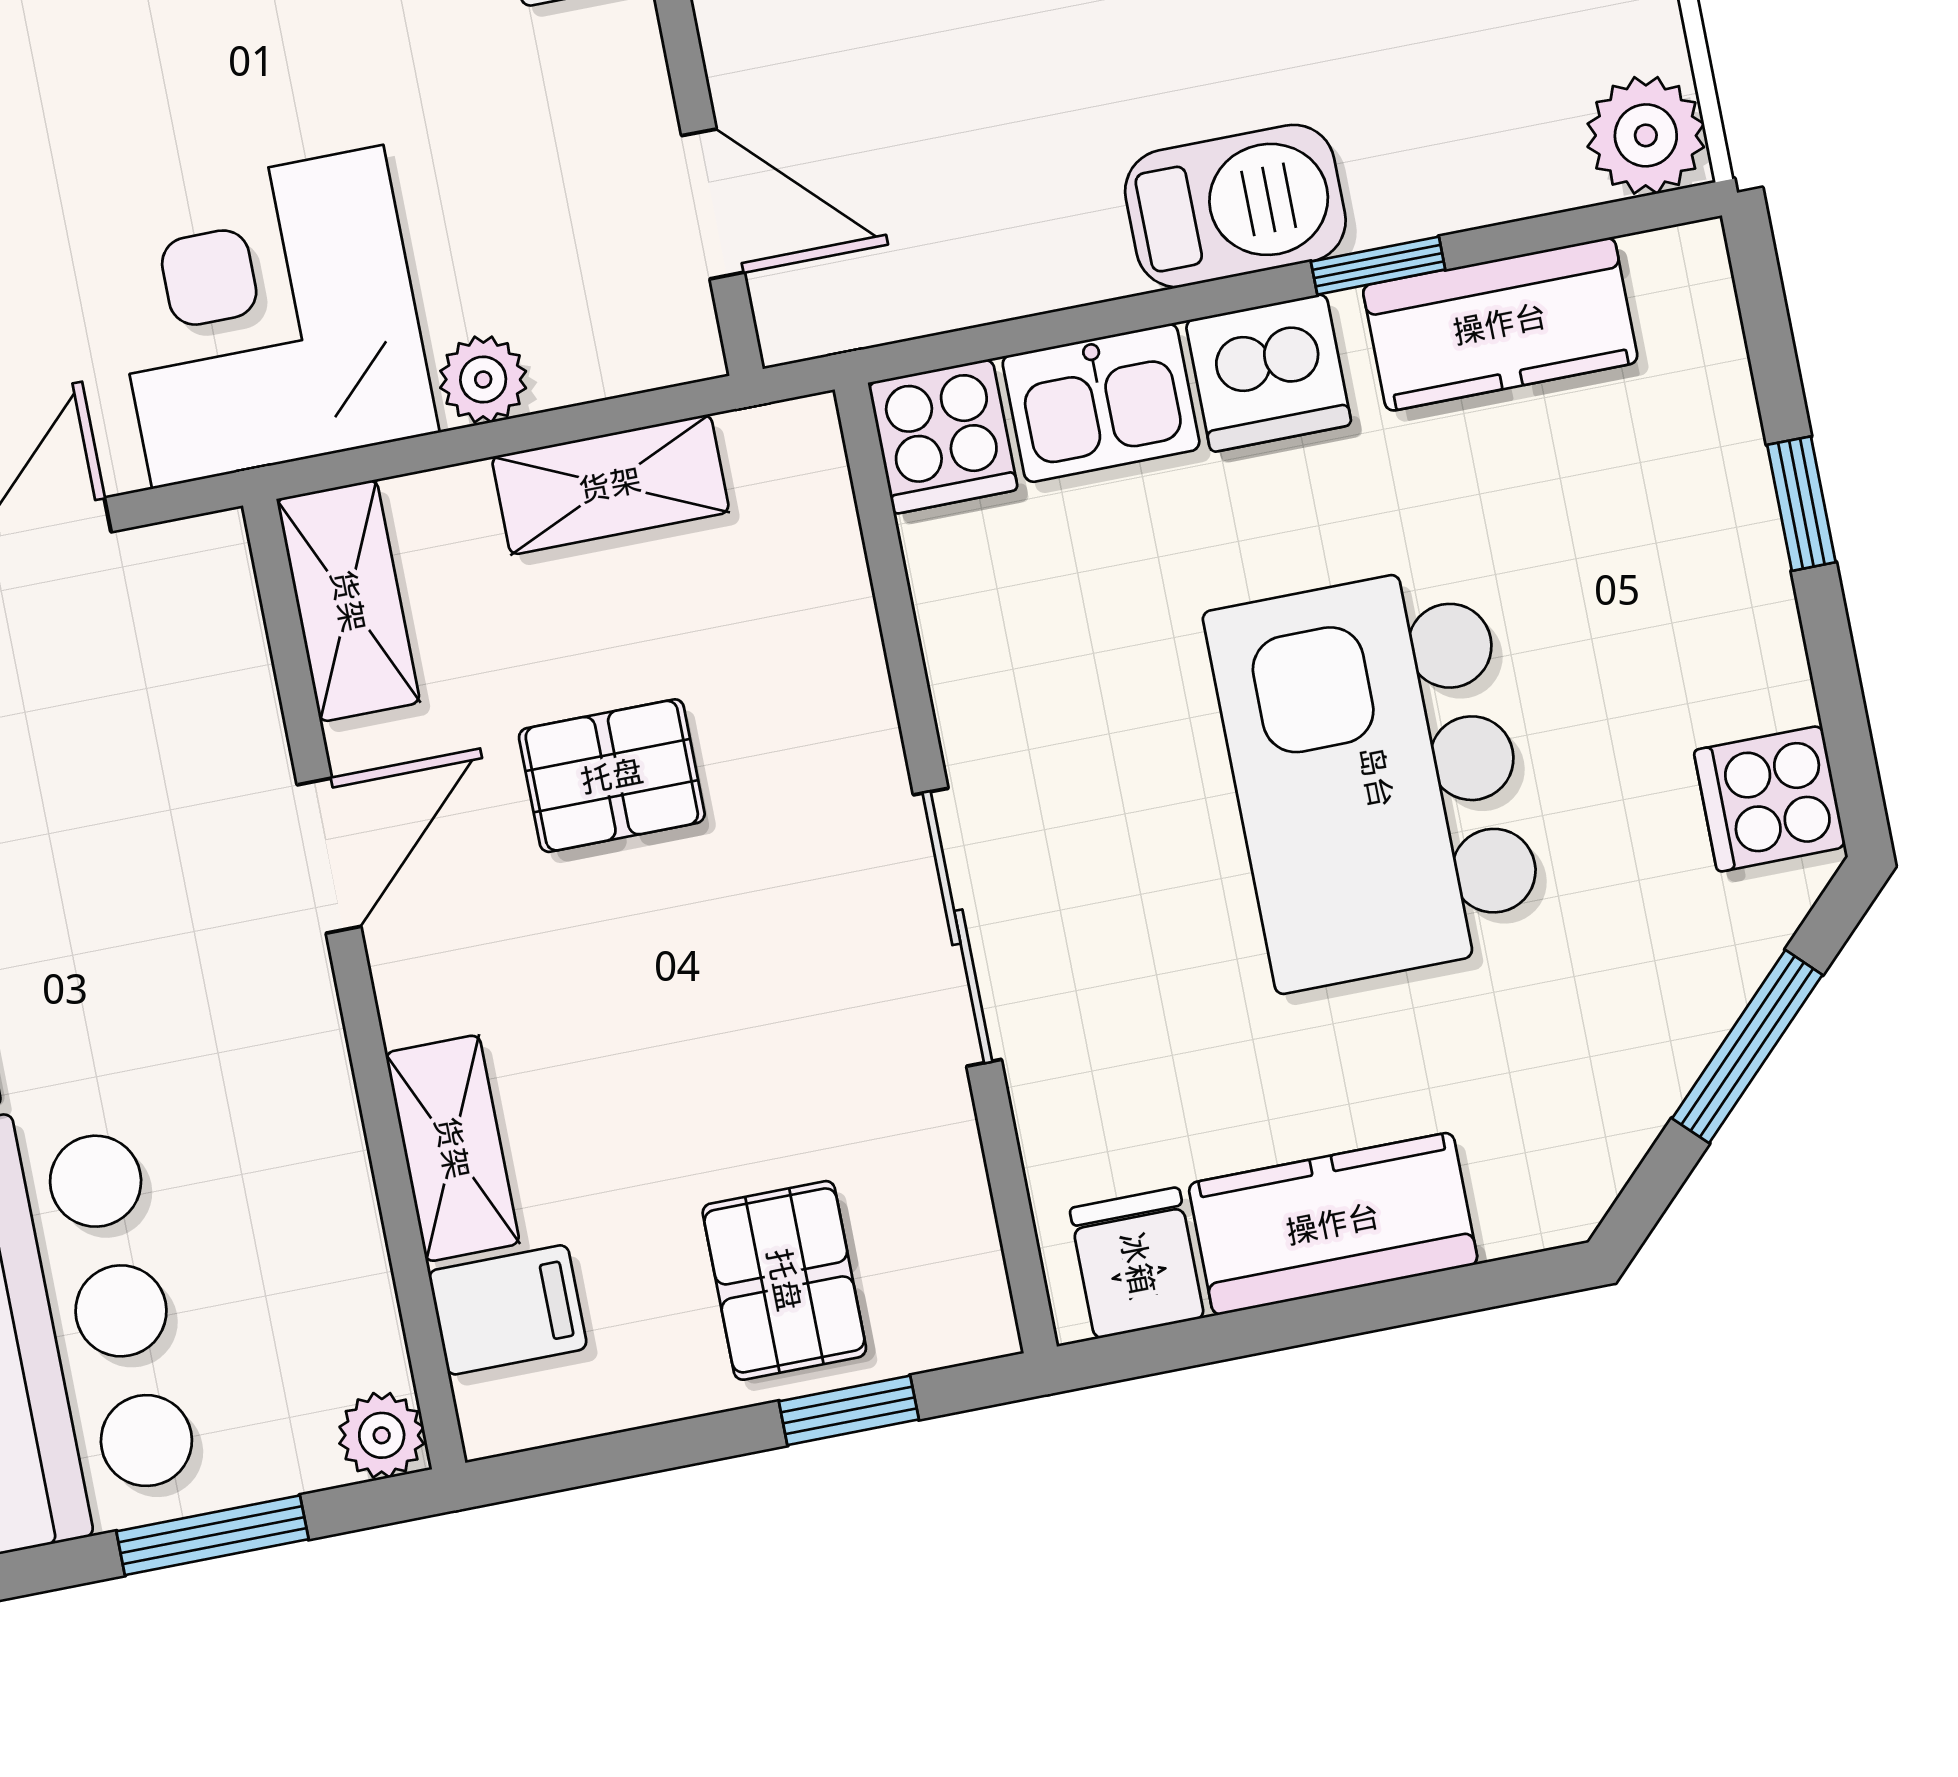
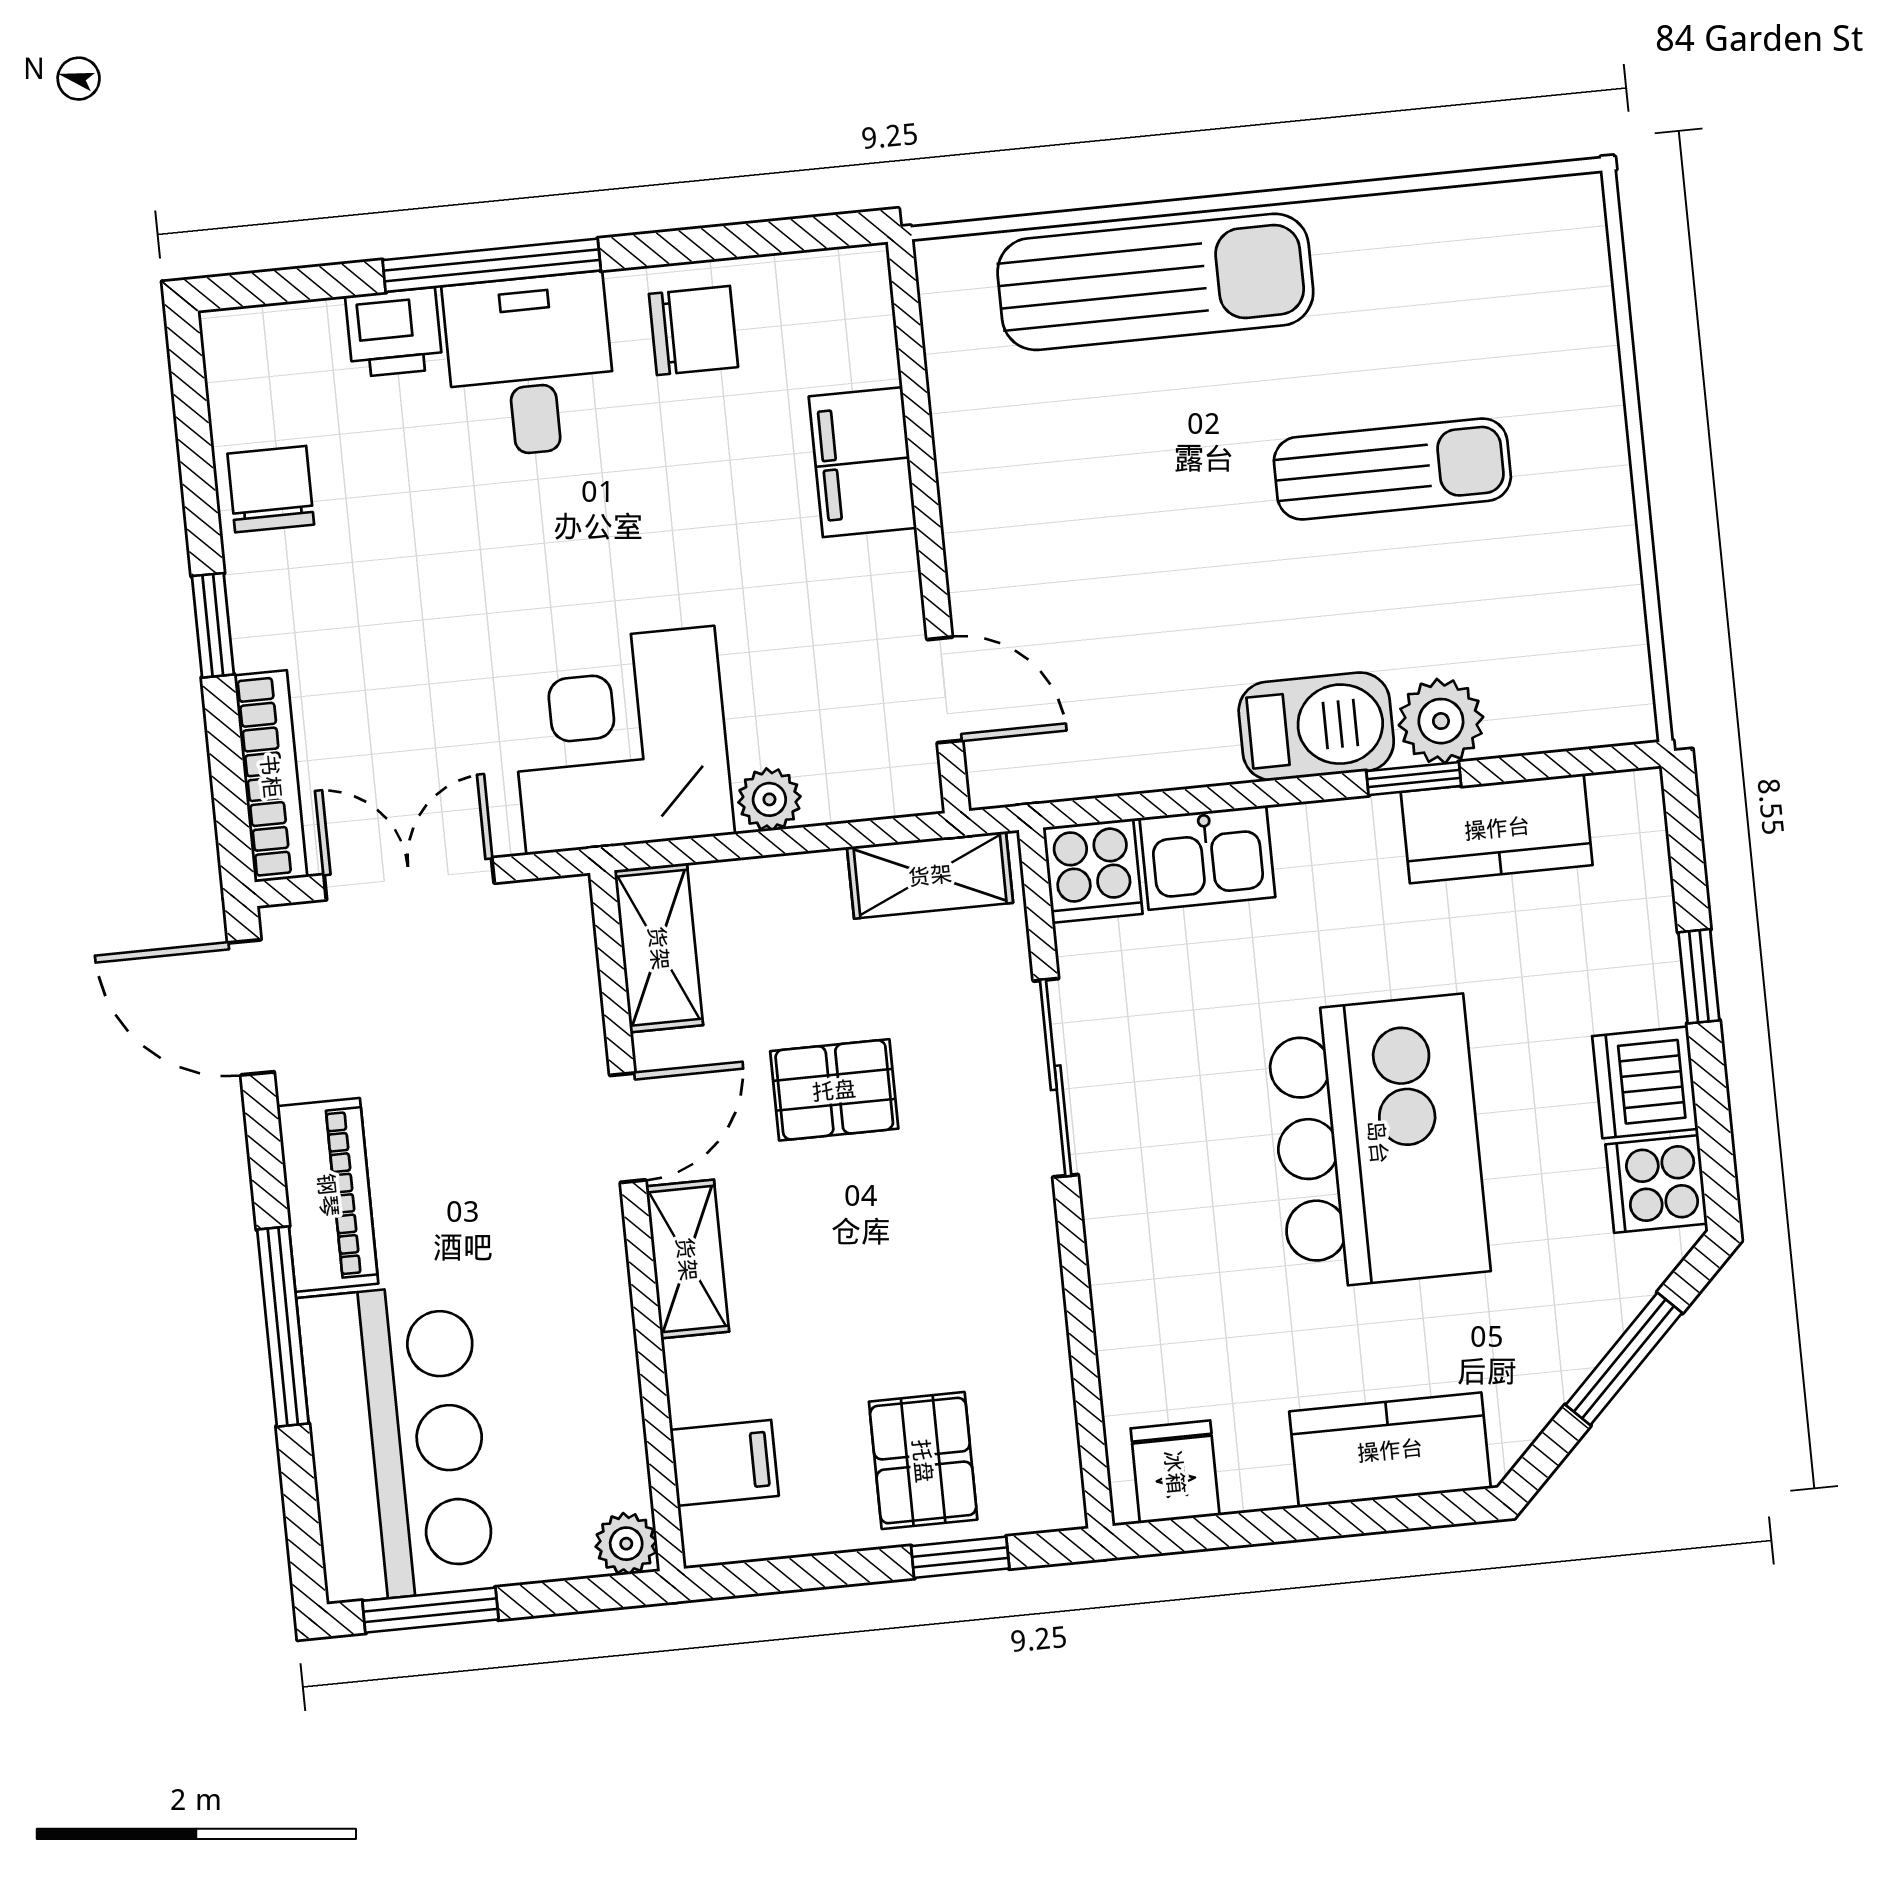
plant: (1646, 135) -> (1441, 721), moved
dishwasher: (1268, 373) -> (1645, 1082), moved, turned 90
shelving: (610, 485) -> (930, 875), moved
kitchen island: (1376, 777) -> (1378, 1142), turned 180
sliding door: (957, 927) -> (1056, 1078), moved
shelving: (452, 1148) -> (687, 1259), moved
kitchen counter: (1333, 1224) -> (1390, 1450), moved
window: (212, 1535) -> (430, 1610), moved

